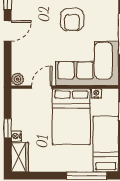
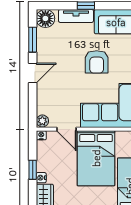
door: (42, 87) -> (66, 129), swing flipped
nightstand: (96, 93) -> (41, 135), moved

